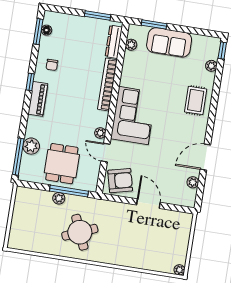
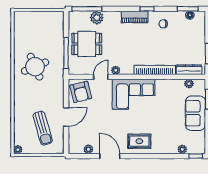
rug: (196, 100) -> (139, 141), moved
plant: (59, 198) -> (59, 46), removed
sun lounger: (158, 235) -> (43, 128), added

